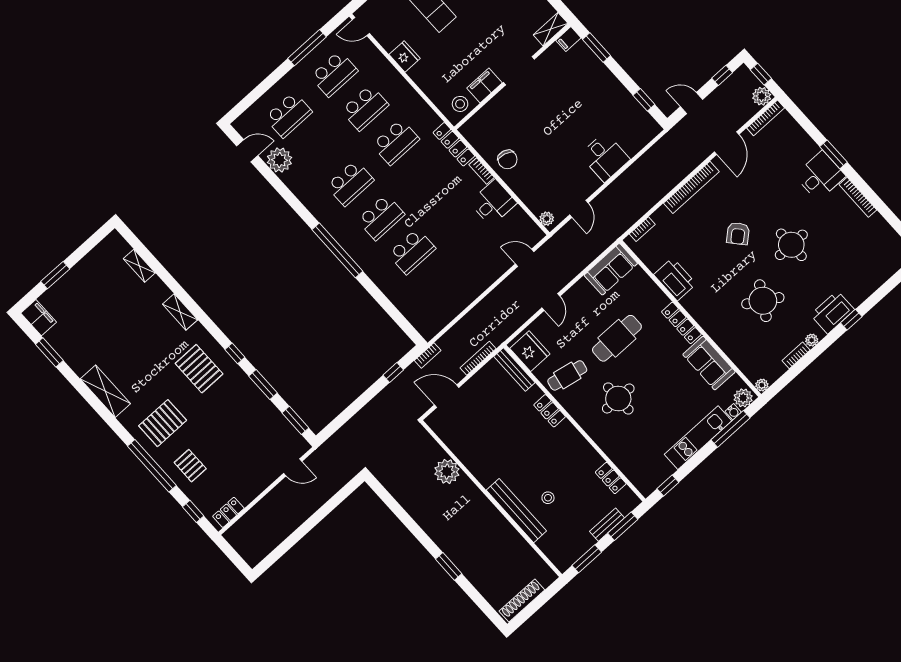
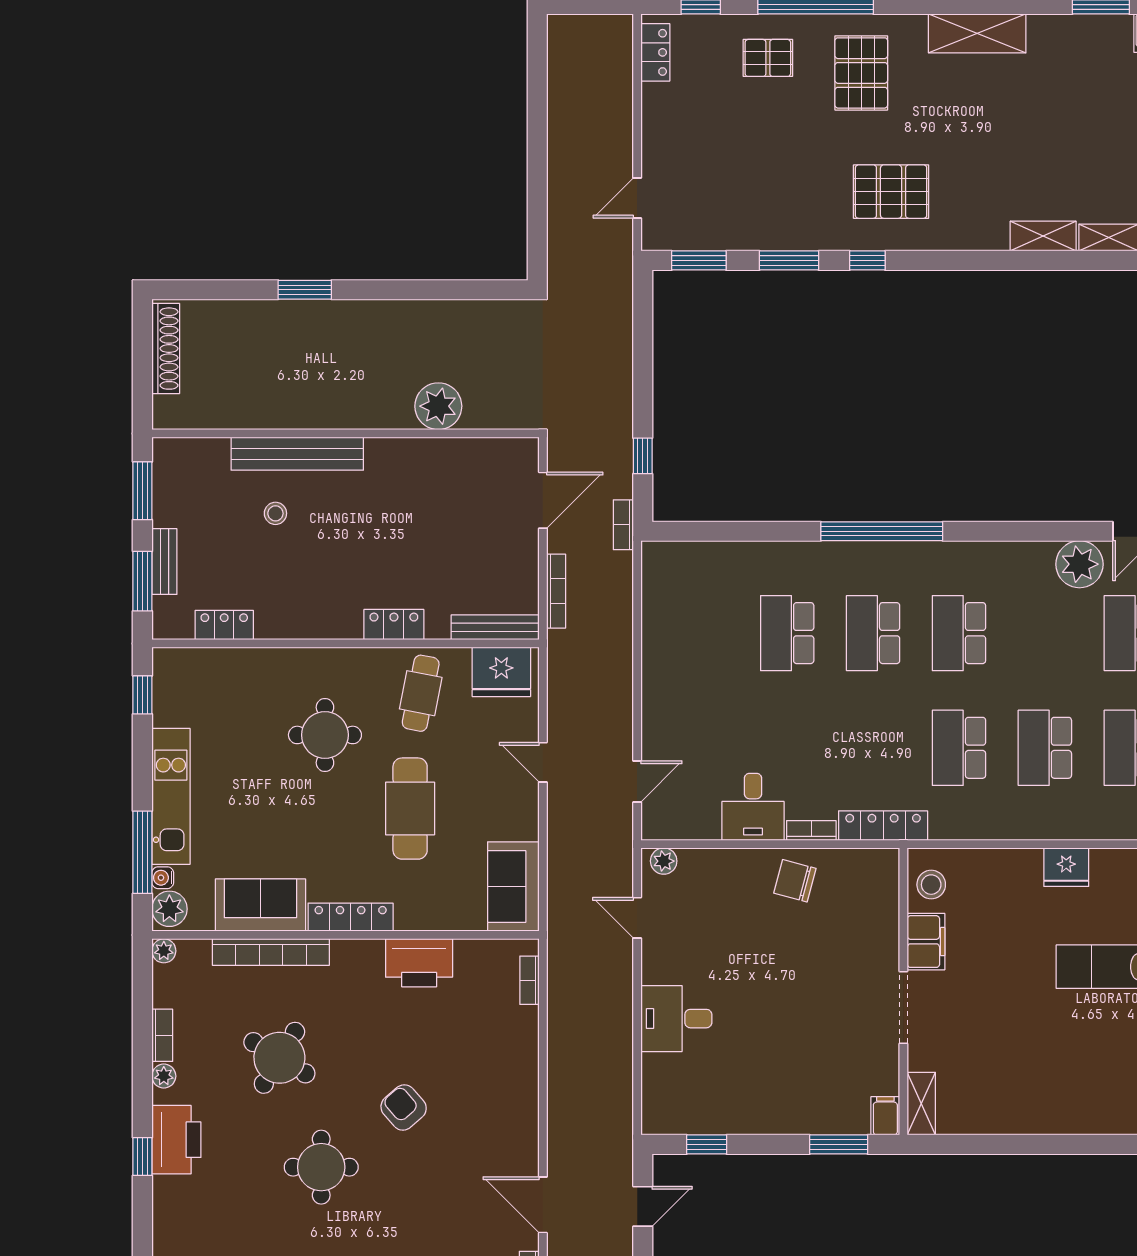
bookcase: (691, 187) -> (271, 952), moved, turned -90
shelving: (180, 312) -> (1043, 236), moved

